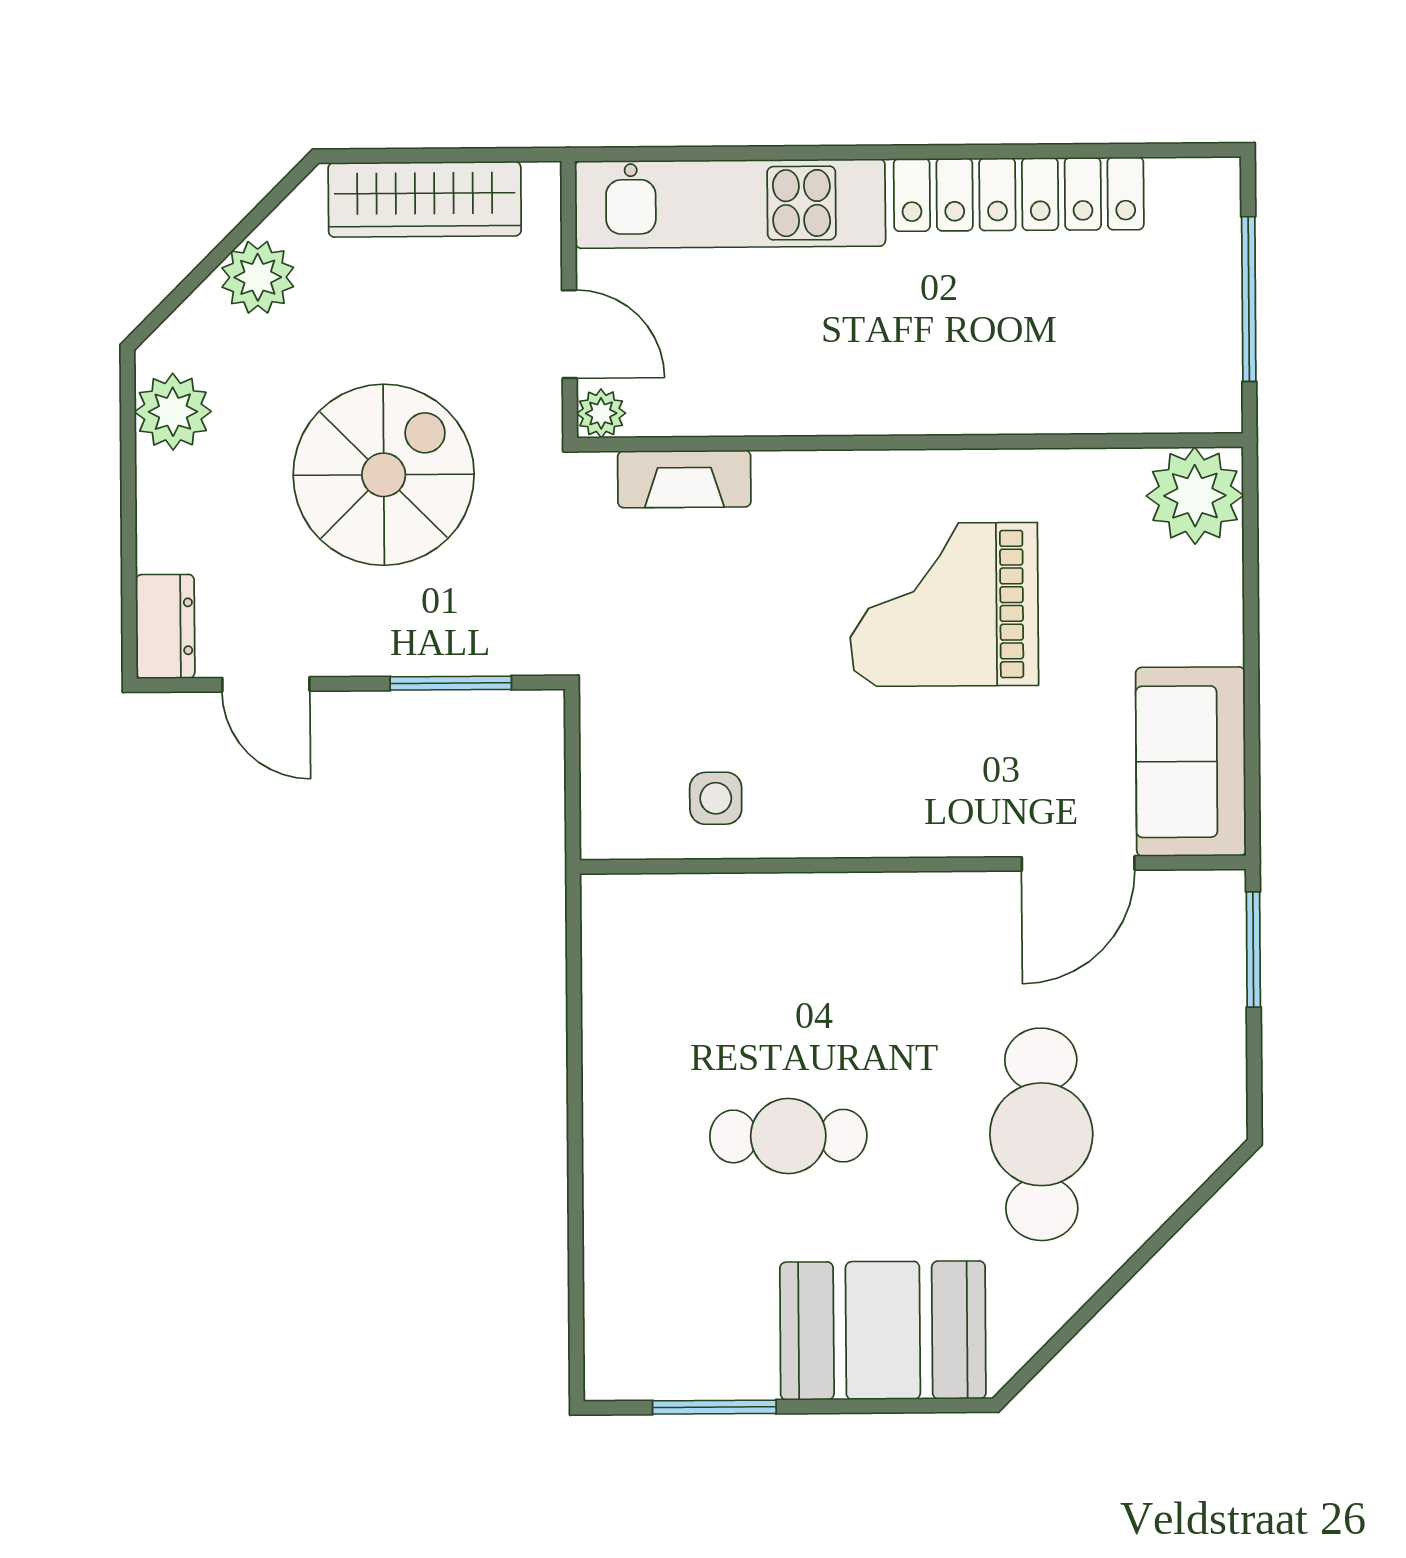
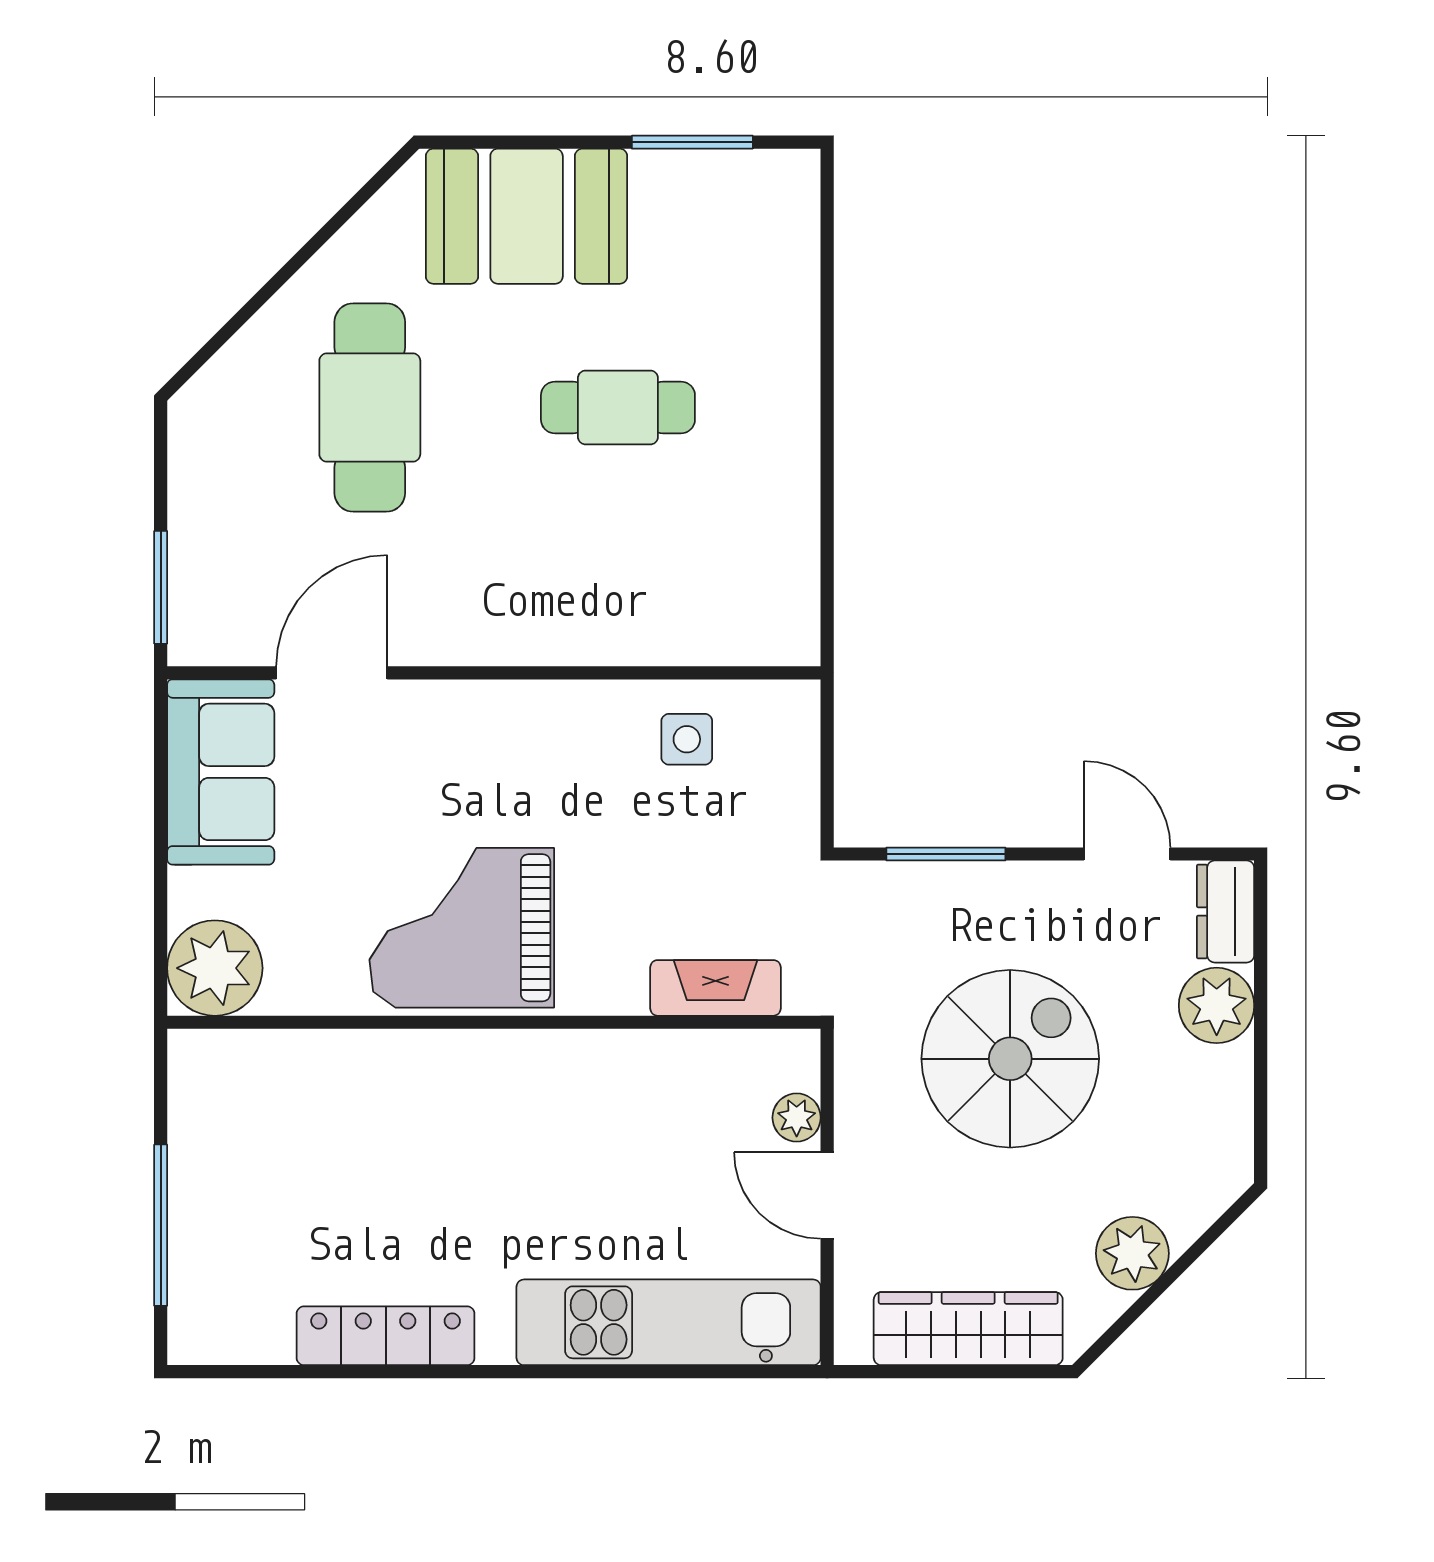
locker: (1019, 194) -> (386, 1336), width x0.71, depth x0.83
plant: (173, 412) -> (1217, 1005), moved
wall: (910, 442) -> (494, 1022), moved
spiral stairs: (384, 475) -> (1010, 1059), turned 180
fireplace: (684, 479) -> (715, 988), moved
plant: (1195, 496) -> (215, 968), moved
grand piano: (944, 604) -> (462, 928), turned 180

